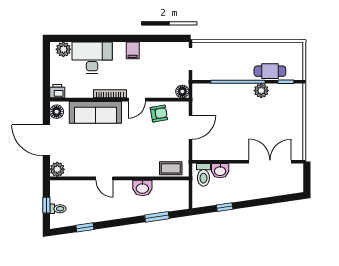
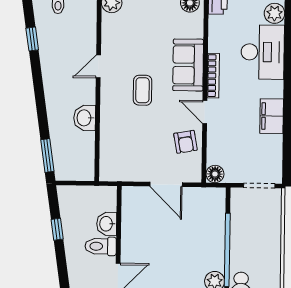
filing cabinet: (133, 50) -> (272, 116), width x2.00
sofa: (95, 112) -> (188, 65), width x0.73
coffee table: (171, 168) -> (143, 90), moved
toilet: (203, 175) -> (101, 246), moved
window: (157, 217) -> (47, 155), moved

